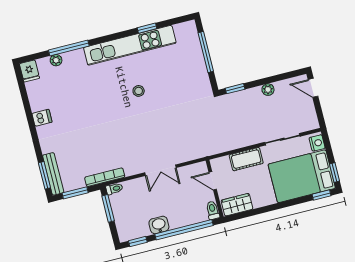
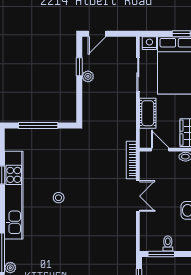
window: (235, 89) -> (79, 67), moved
bookcase: (105, 177) -> (131, 160), moved
door: (213, 181) -> (160, 150), swing flipped
toilet: (114, 189) -> (168, 244), moved

